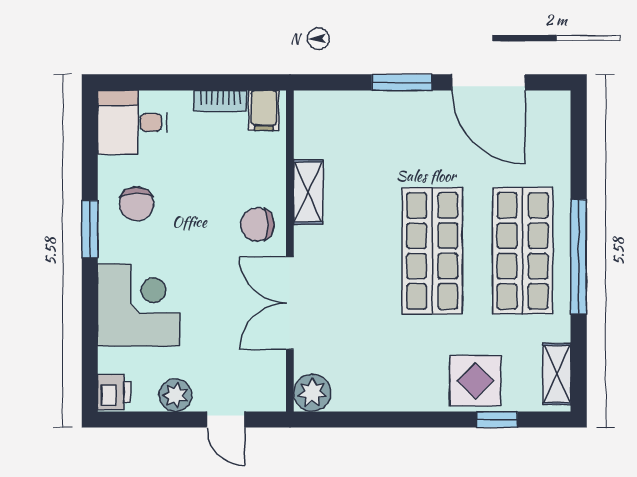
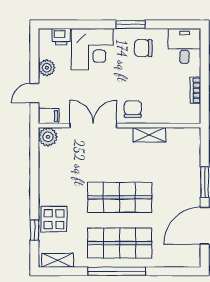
filing cabinet: (264, 110) -> (49, 116), moved, turned 180
printer: (114, 392) -> (61, 37), moved

